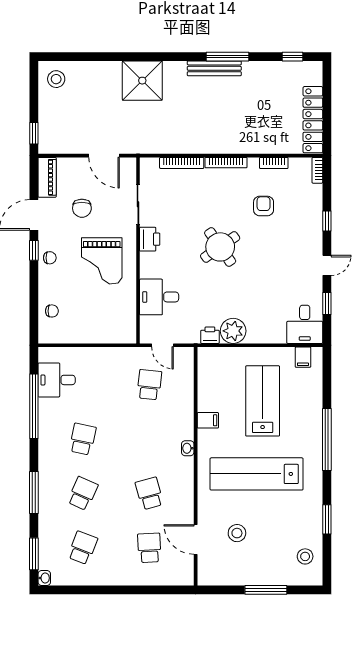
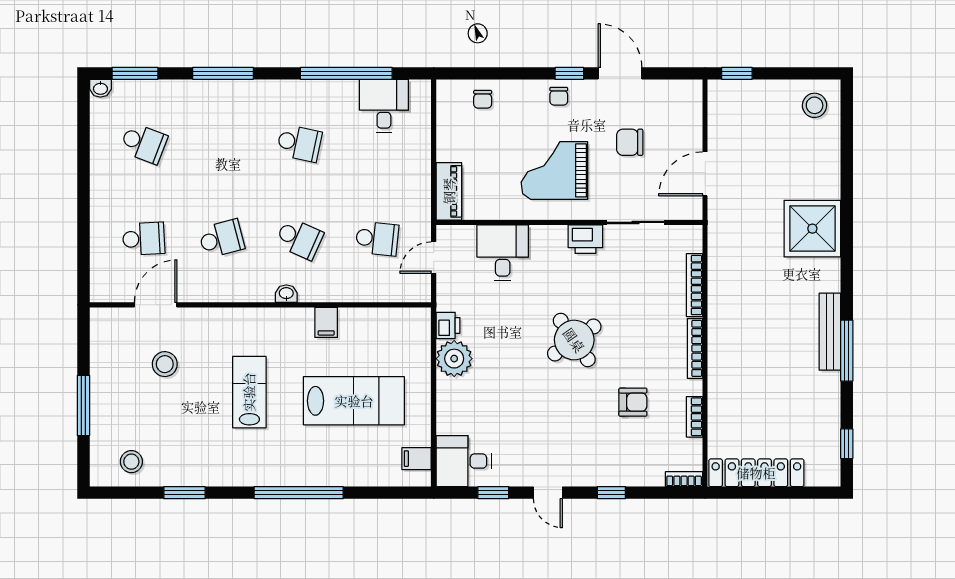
piano: (47, 177) -> (449, 191), moved, turned -90
lab bench: (257, 474) -> (249, 392), width x0.54, depth x0.72
school desk: (83, 493) -> (299, 239), moved

